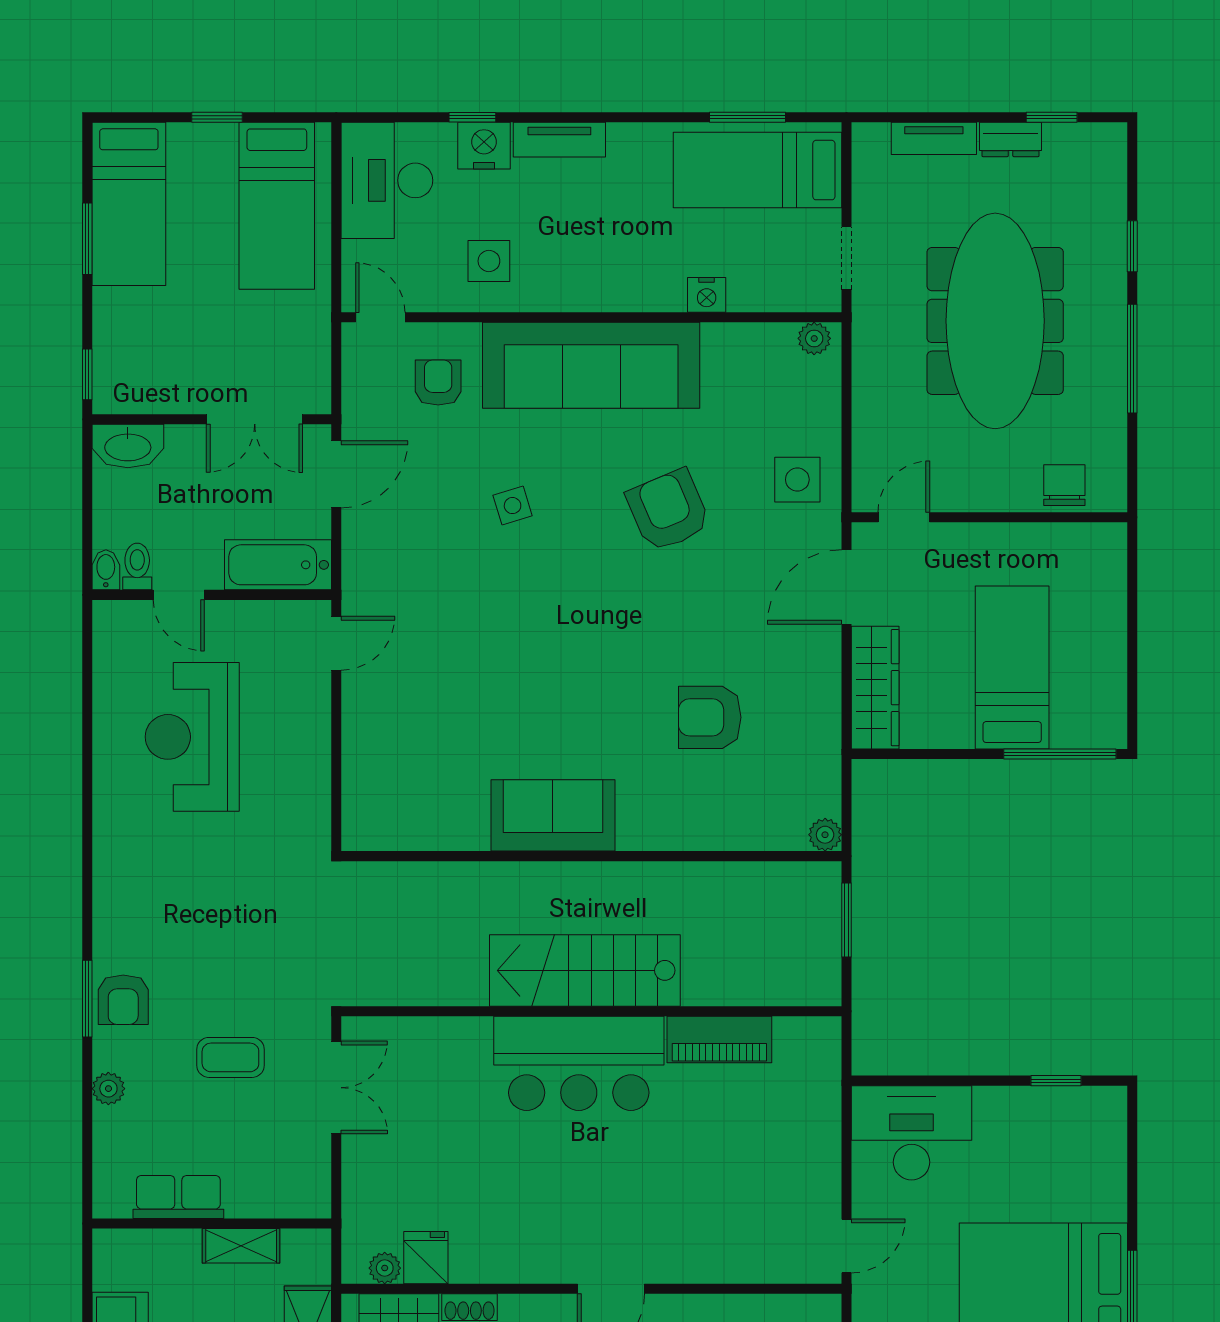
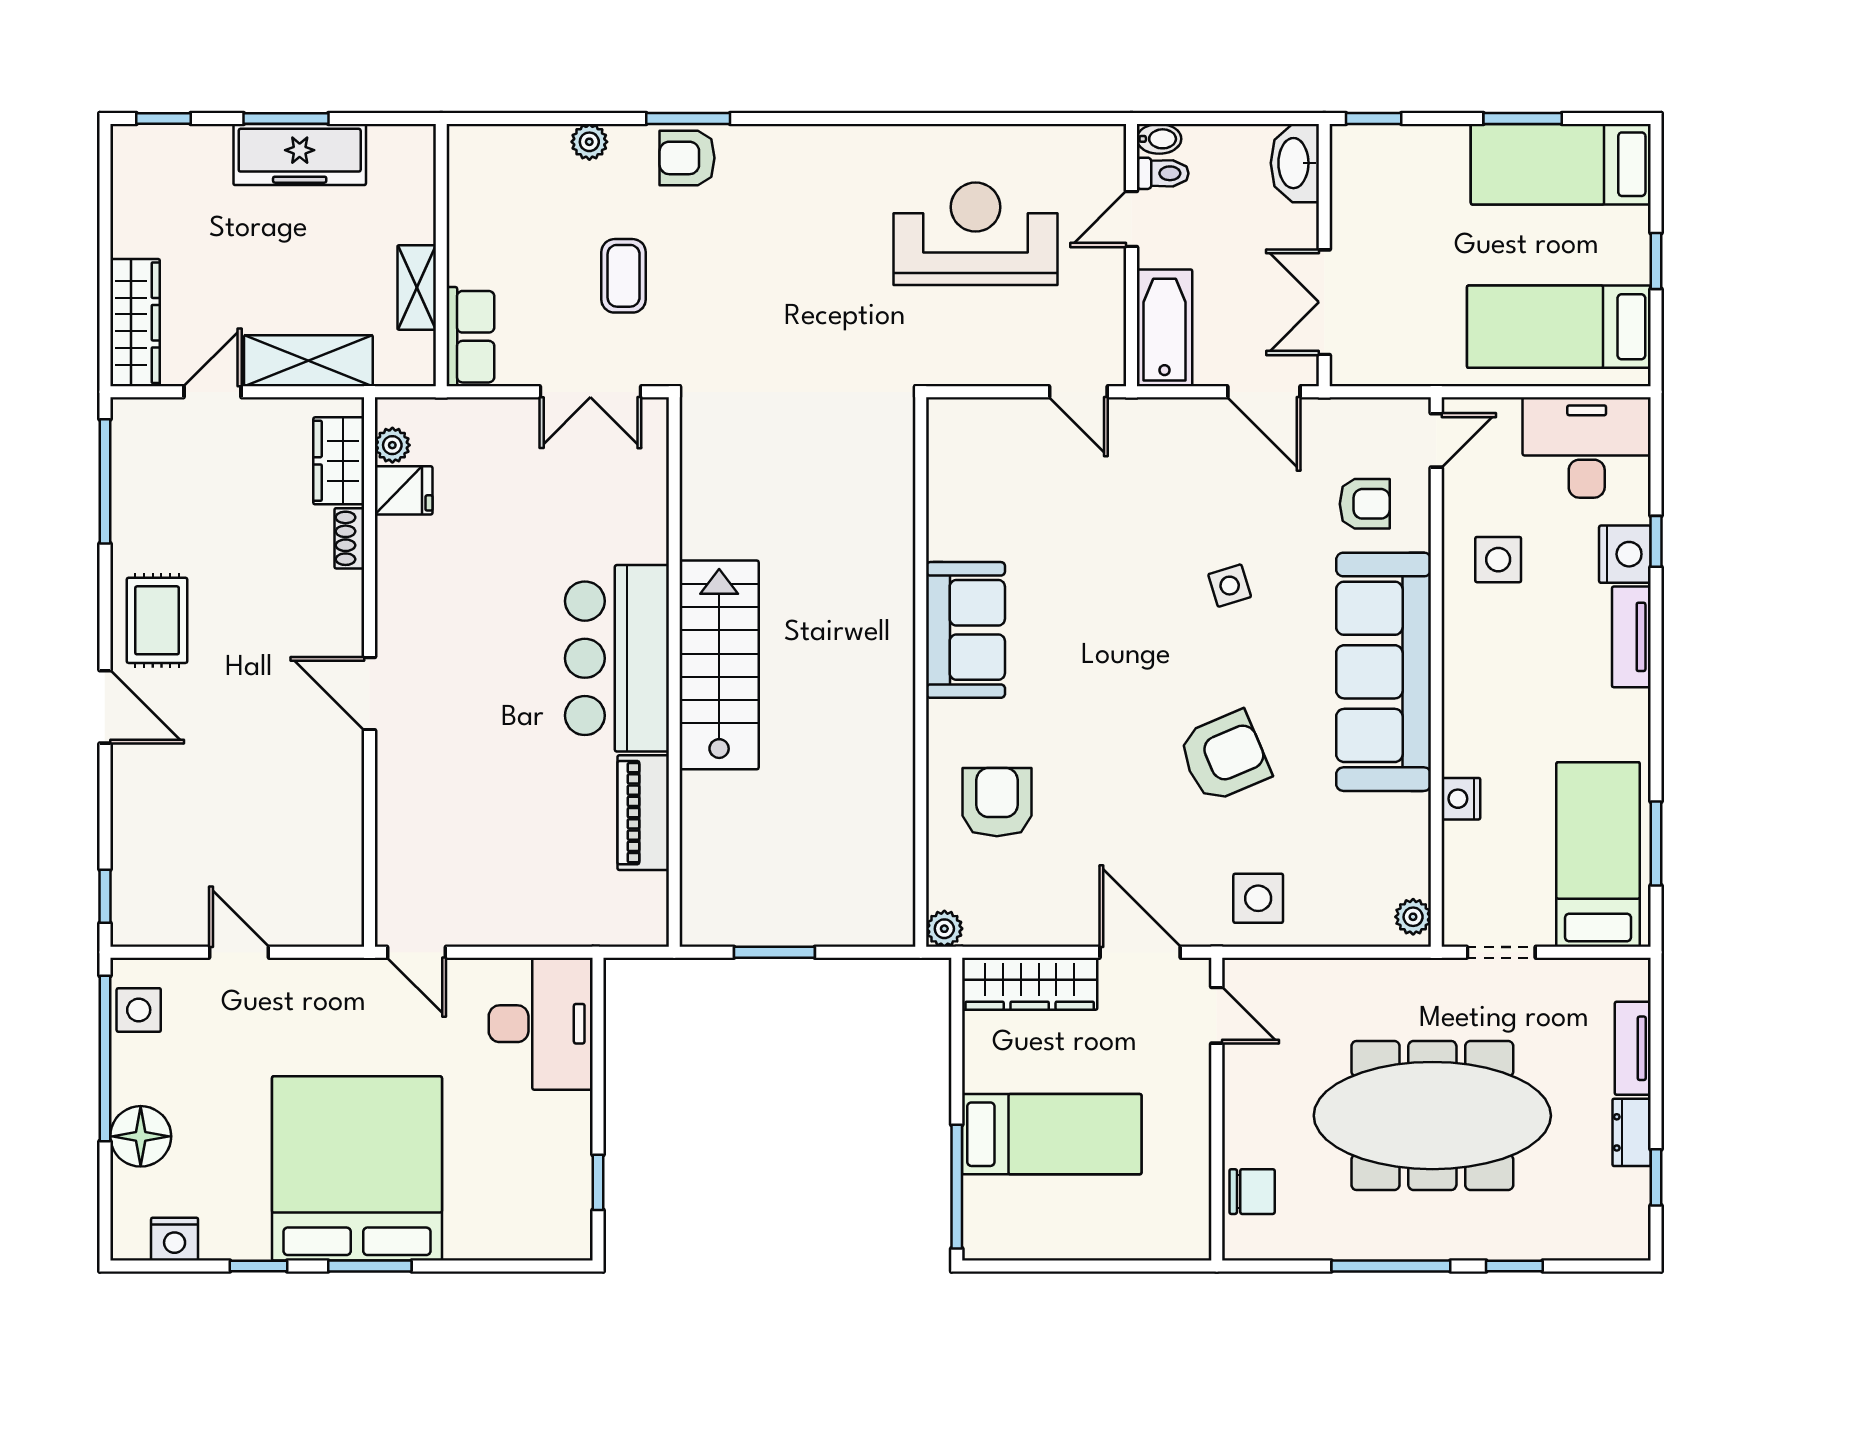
sofa: (553, 815) -> (966, 630), moved
plant: (825, 835) -> (944, 929), moved
wall: (591, 856) -> (921, 672), moved
row of seats: (178, 1197) -> (470, 337), moved

